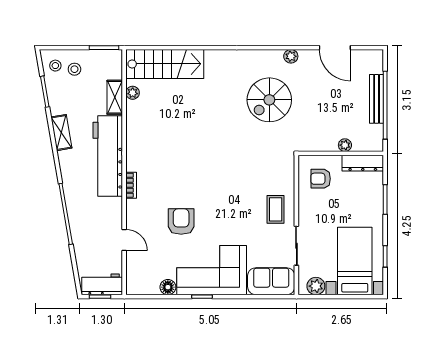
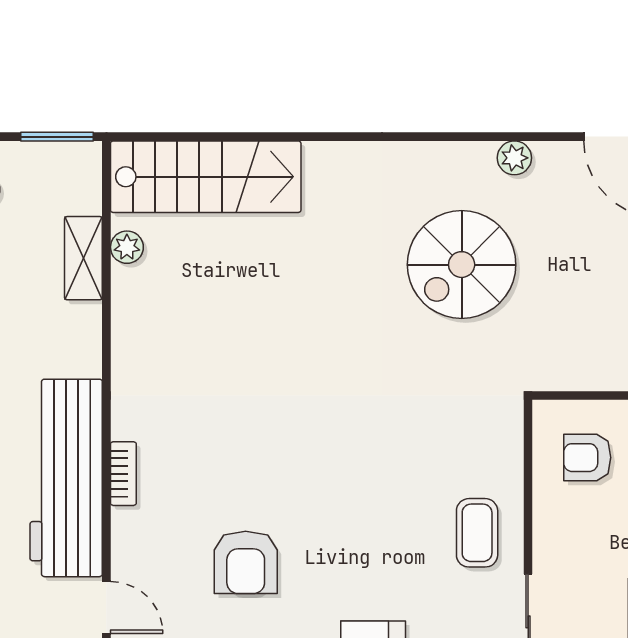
workbench: (108, 156) -> (66, 478), moved
armchair: (181, 222) -> (246, 562), turned 180

